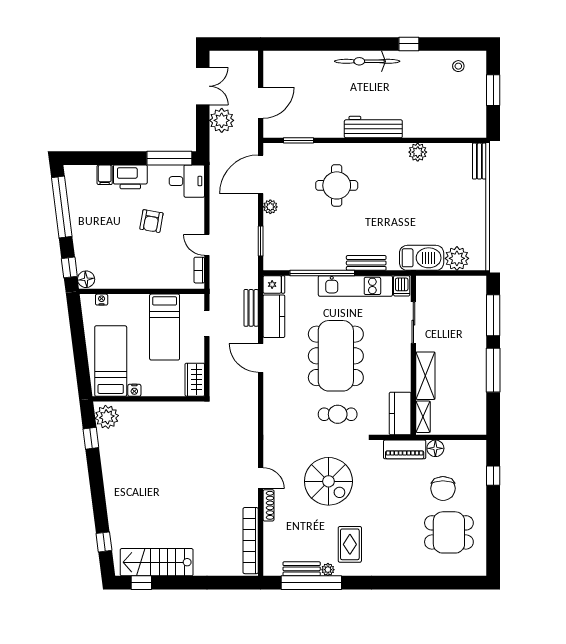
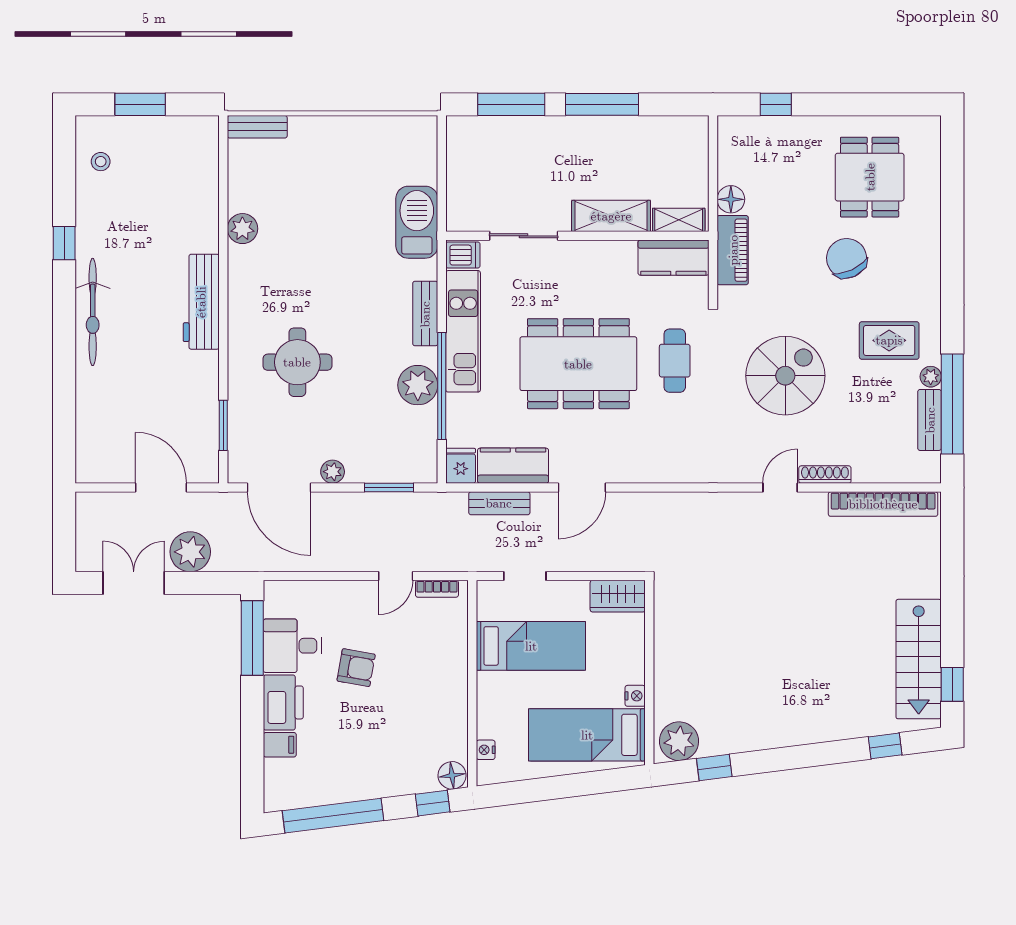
desk: (187, 181) -> (292, 646), moved, turned -90
plant: (457, 258) -> (418, 385), moved
chair: (443, 488) -> (847, 258), moved, turned -115

